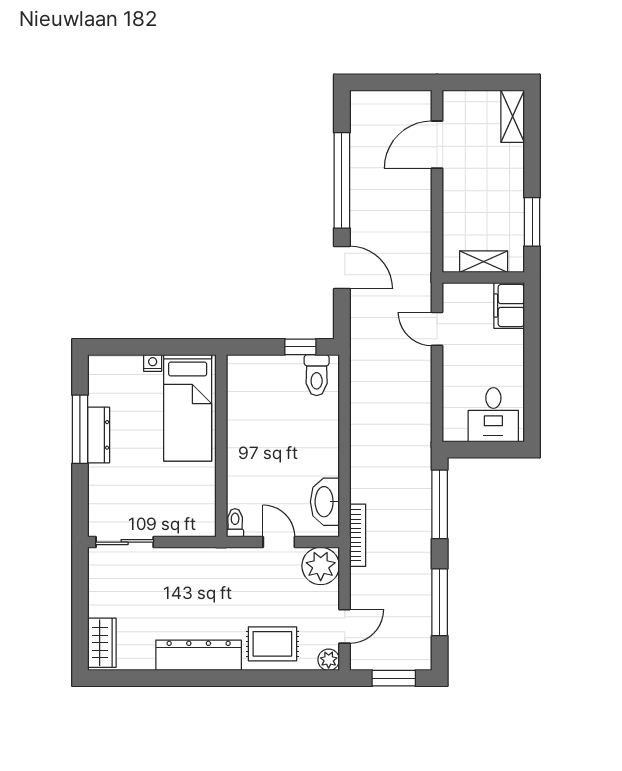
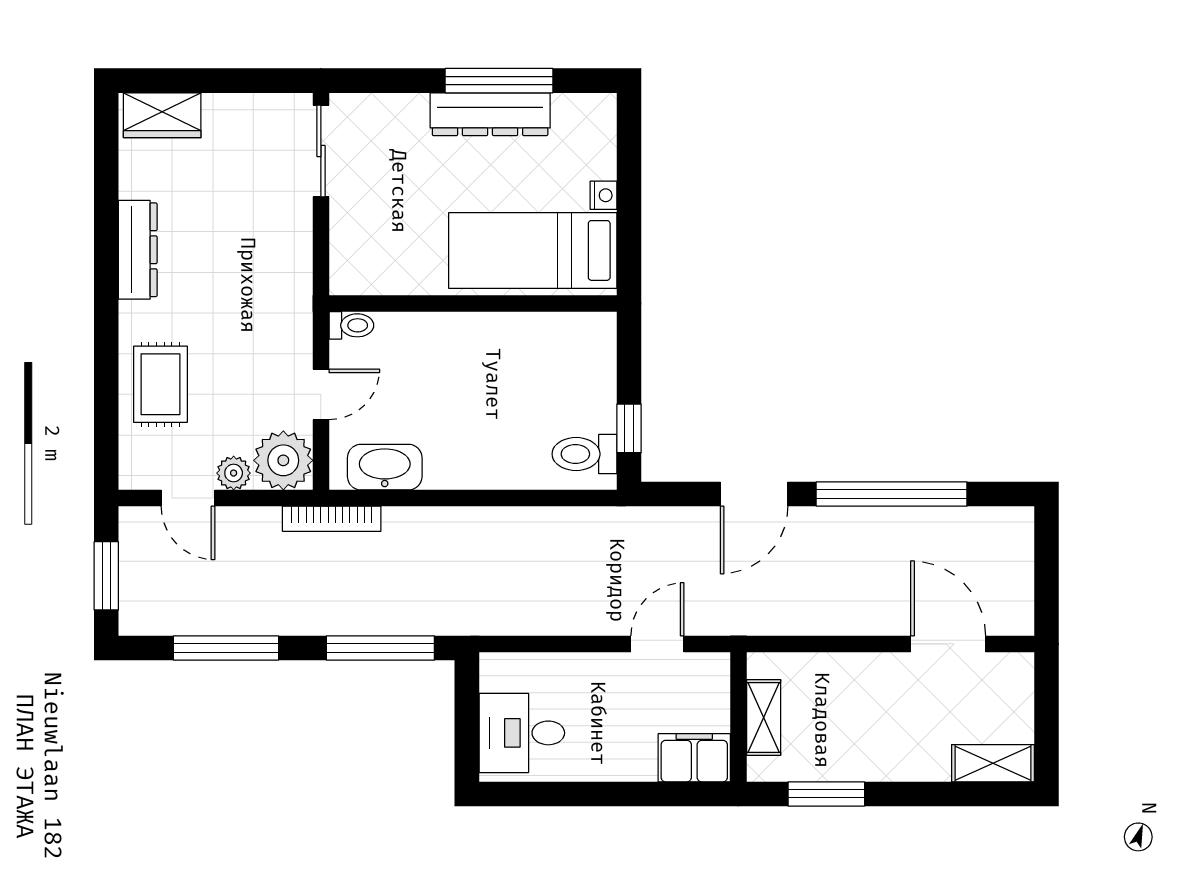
dresser: (99, 435) -> (490, 114), width x1.37, depth x1.24
dresser: (199, 655) -> (138, 250), width x0.73, depth x0.80
plant: (329, 660) -> (234, 473), moved

